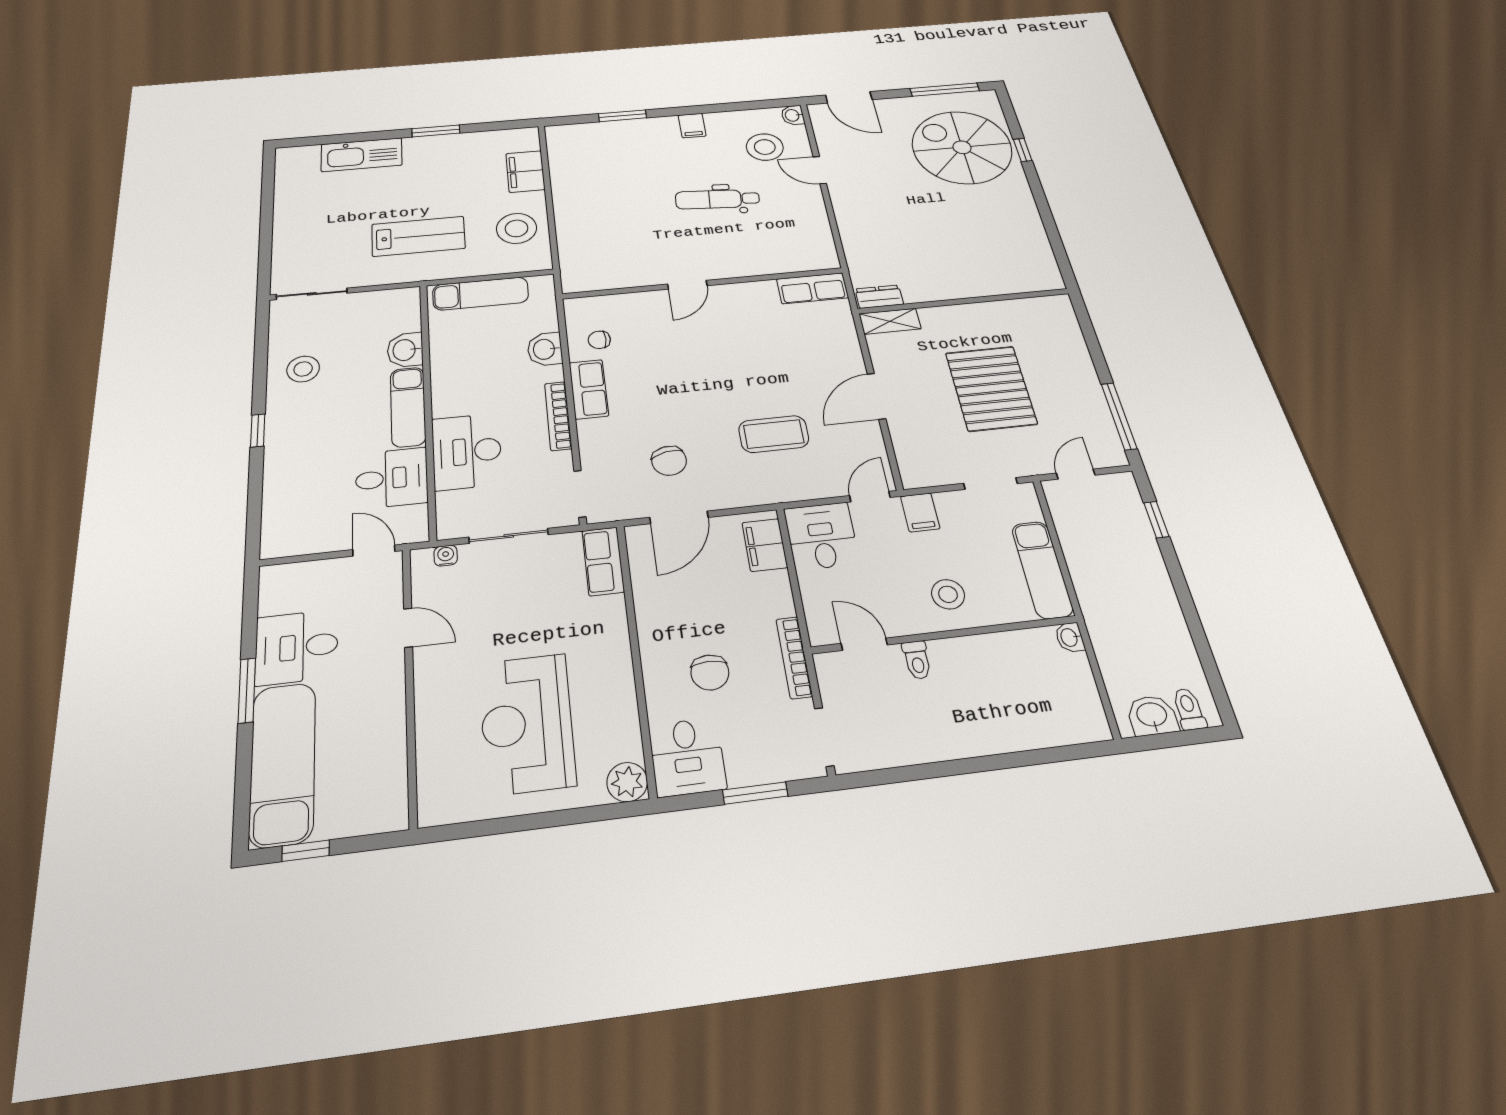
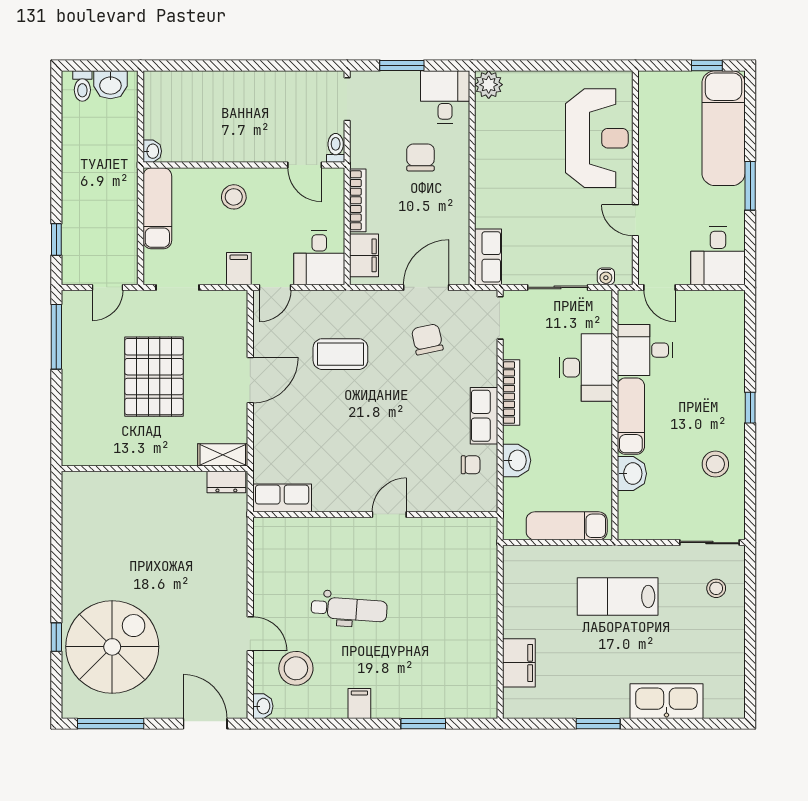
spiral stairs: (962, 147) -> (112, 647), turned -90
stool: (516, 228) -> (716, 588), moved, width x0.53, depth x0.53
desk: (297, 647) -> (718, 256), moved, turned 90
bookcase: (794, 657) -> (358, 200), moved
toilet: (917, 660) -> (336, 148), moved
reception desk: (527, 723) -> (597, 138), moved

